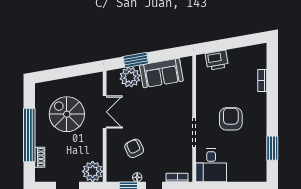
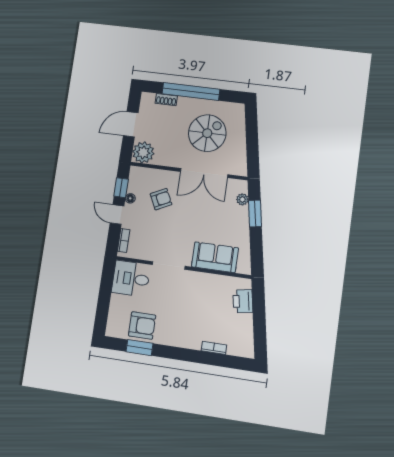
sofa: (161, 73) -> (215, 257), moved, turned 100
plant: (130, 77) -> (242, 199), width x0.53, depth x0.53
double door: (105, 112) -> (204, 173), width x1.37
armchair: (231, 119) -> (142, 326), moved

